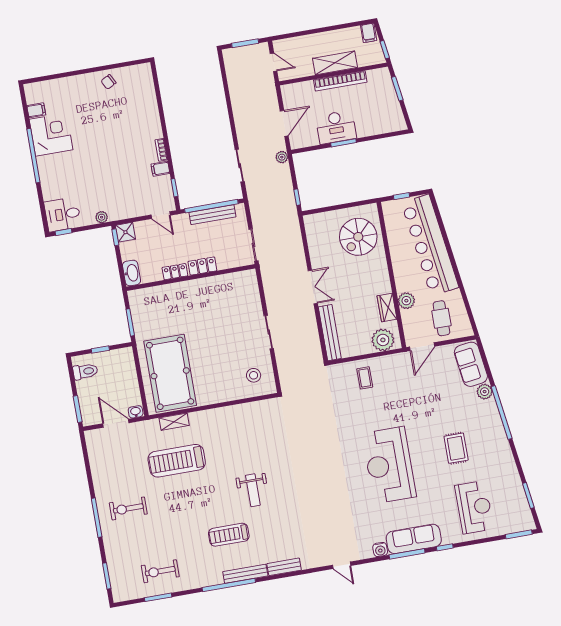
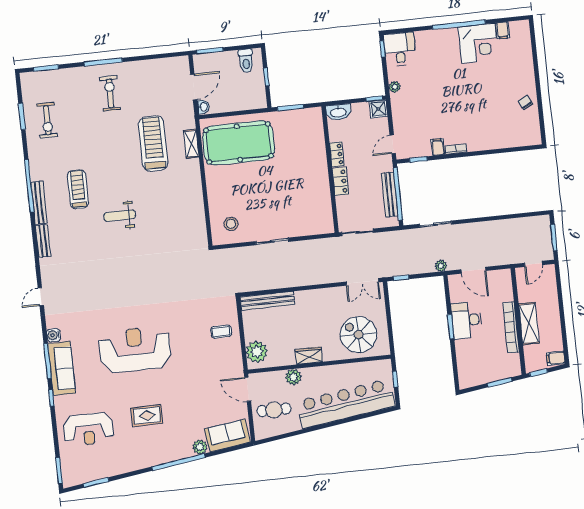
double door: (313, 287) -> (362, 282), moved
wardrobe: (387, 308) -> (309, 356), moved
exercise bike: (160, 571) -> (47, 120), turned 180

